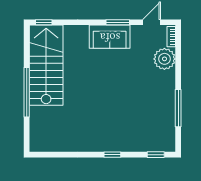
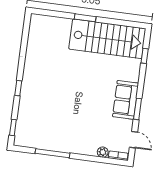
window: (44, 22) -> (145, 56), moved
plant: (164, 59) -> (103, 152), width x0.53, depth x0.53
window: (27, 92) -> (85, 18), width x0.47

